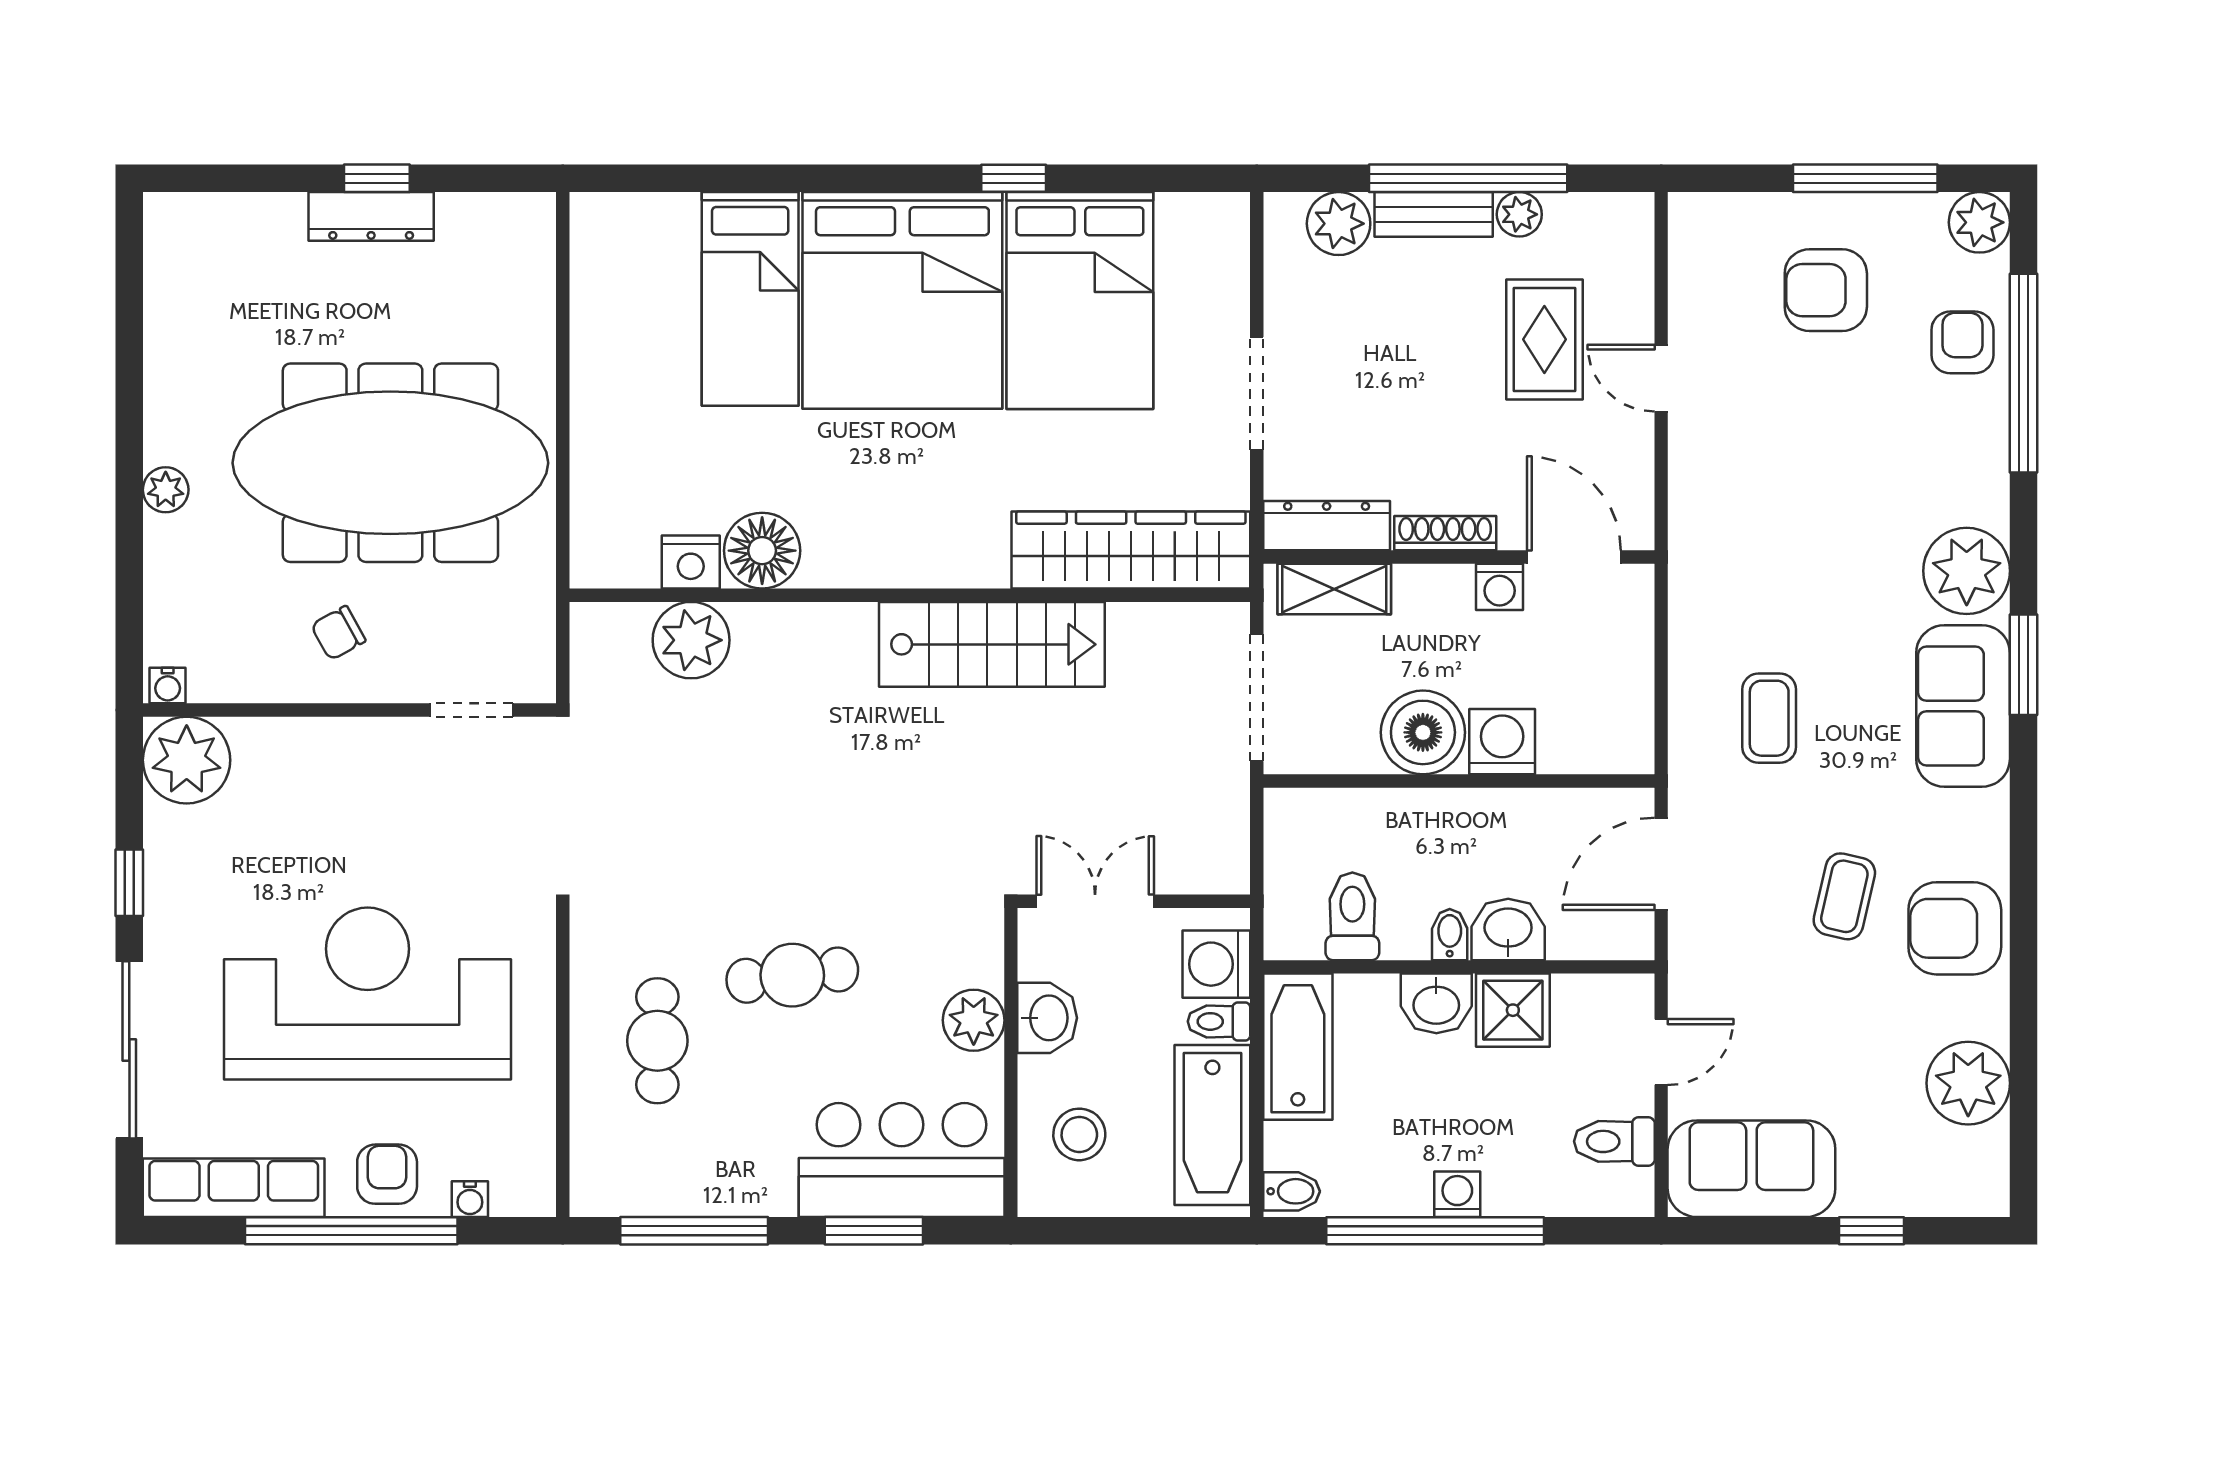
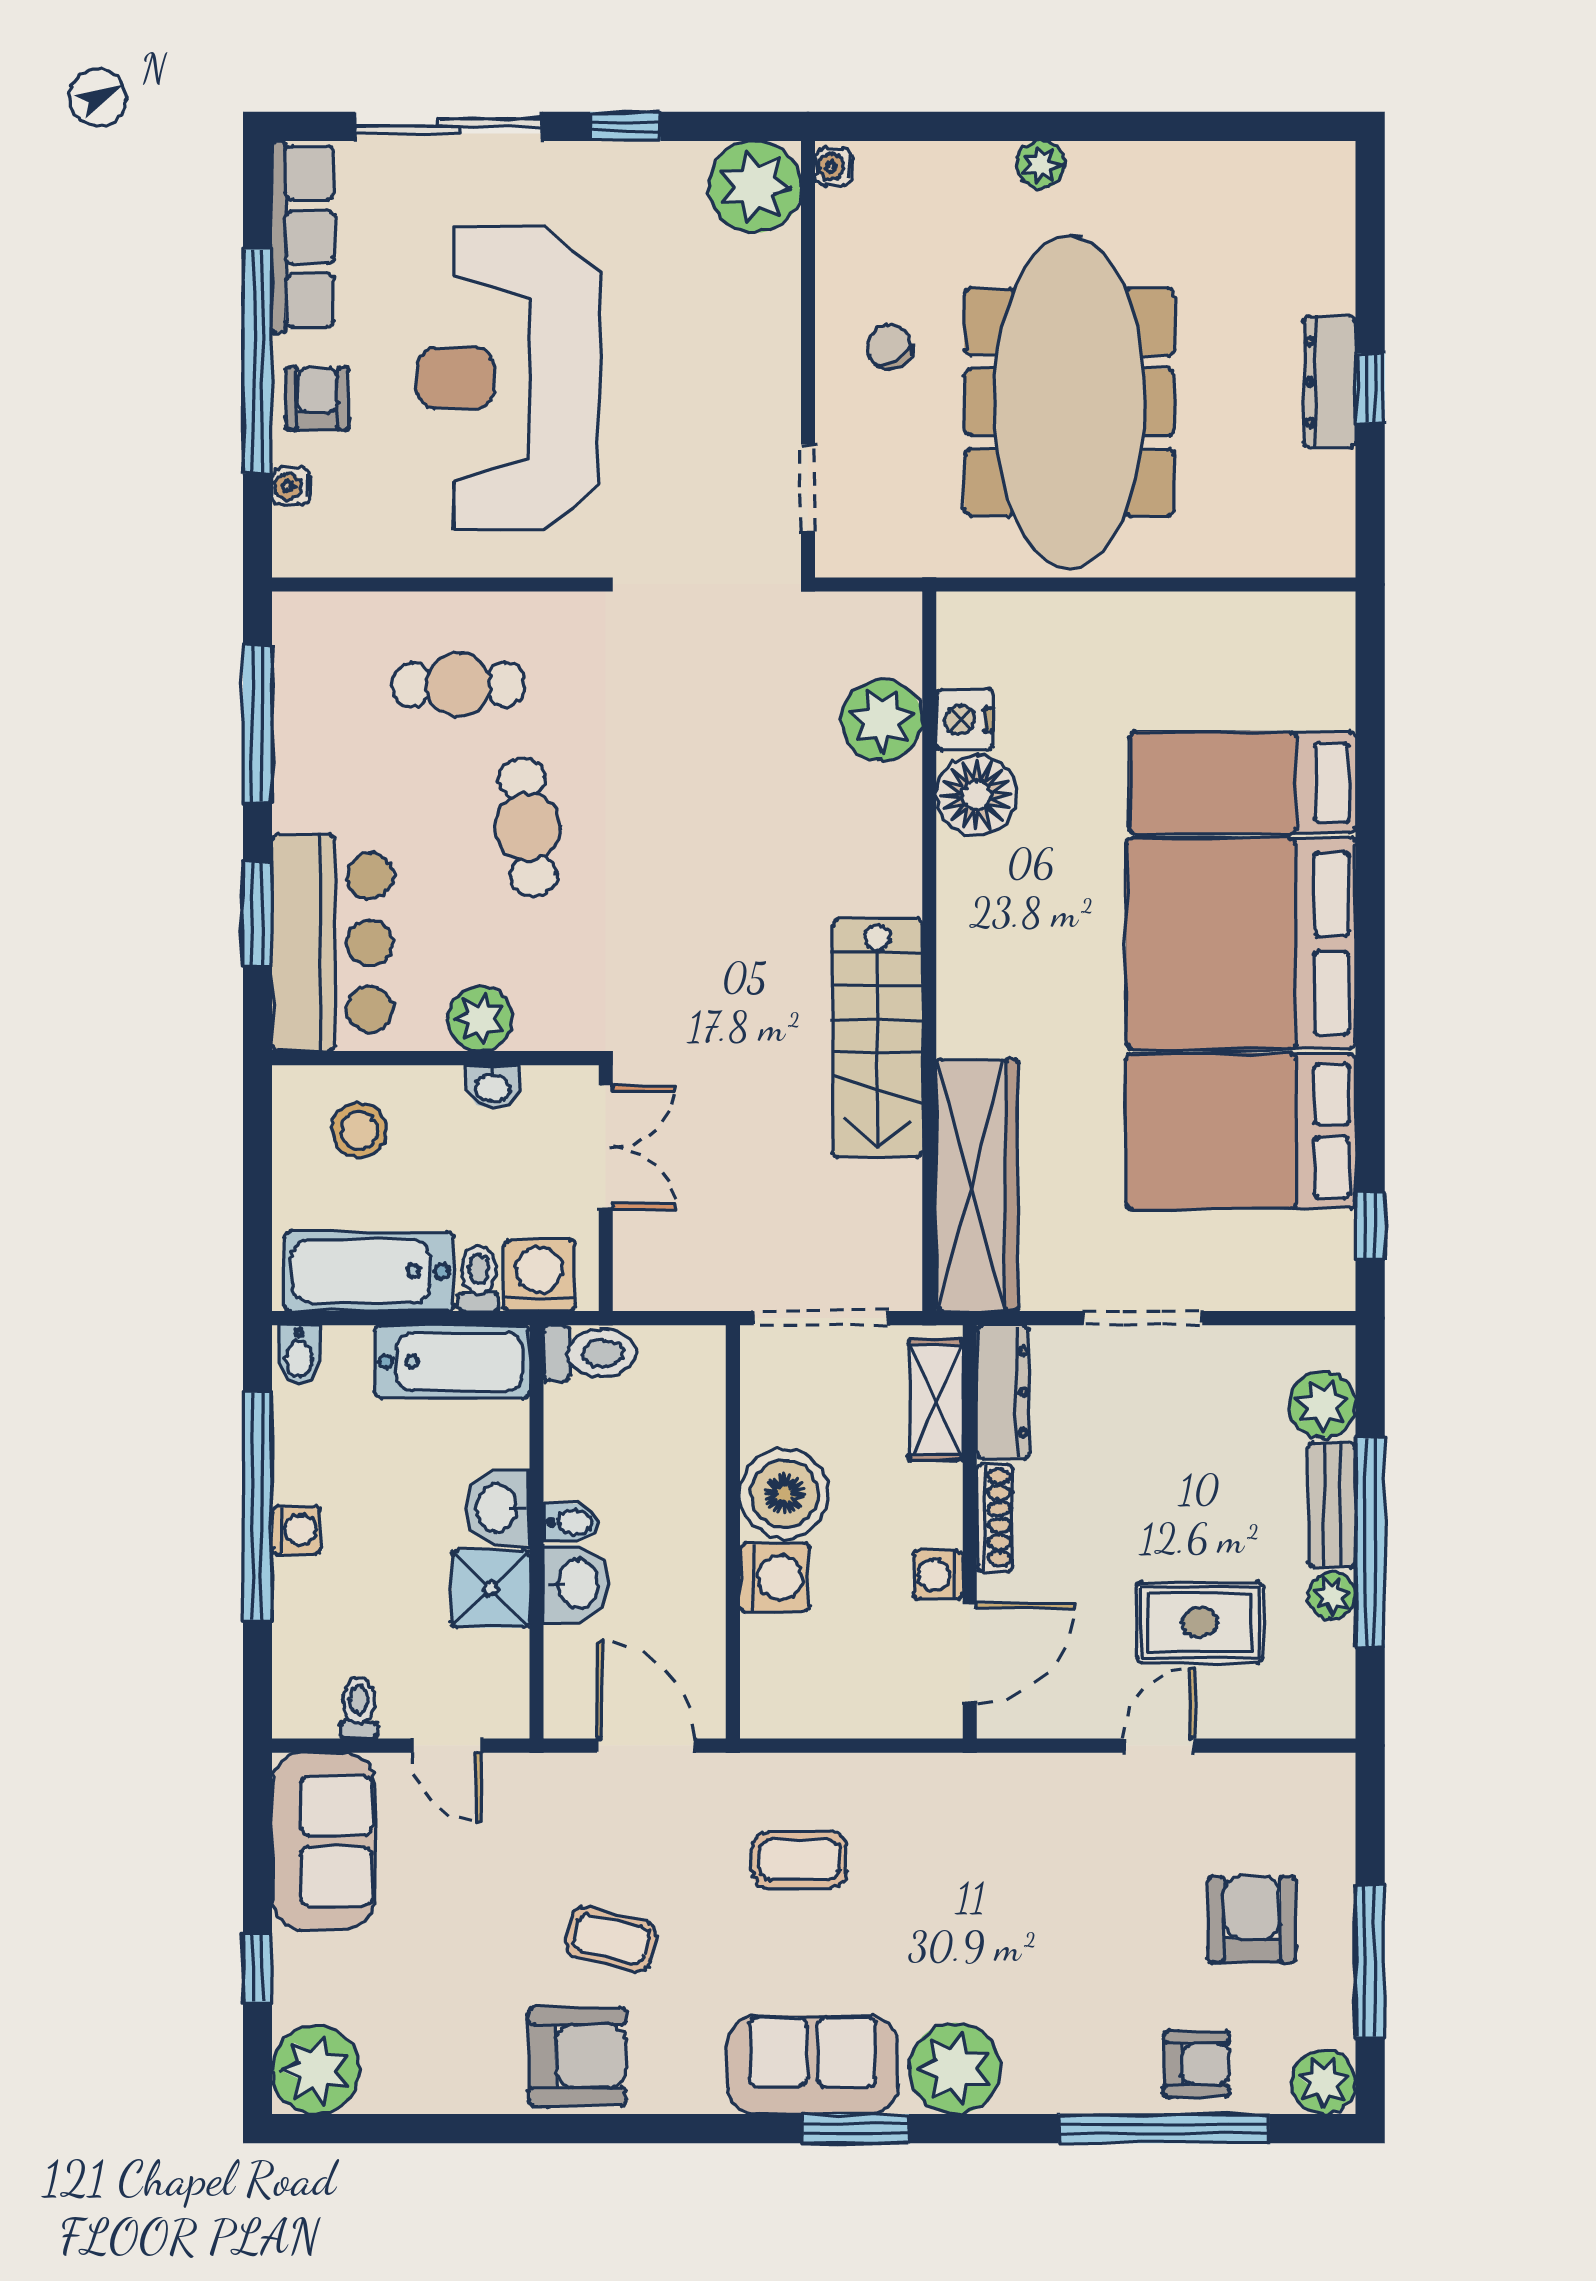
window: (1014, 178) -> (1370, 1226), moved
toilet: (1352, 916) -> (590, 1353), moved
armchair: (1955, 928) -> (577, 2056), turned 90
reception desk: (368, 994) -> (508, 378), turned 180
washbasin: (1047, 1018) -> (493, 1087), width x0.72, depth x0.69
plant: (1968, 1083) -> (316, 2070), moved
toilet: (1614, 1141) -> (359, 1708), width x0.73, depth x0.72
armchair: (387, 1174) -> (317, 399), turned -90

